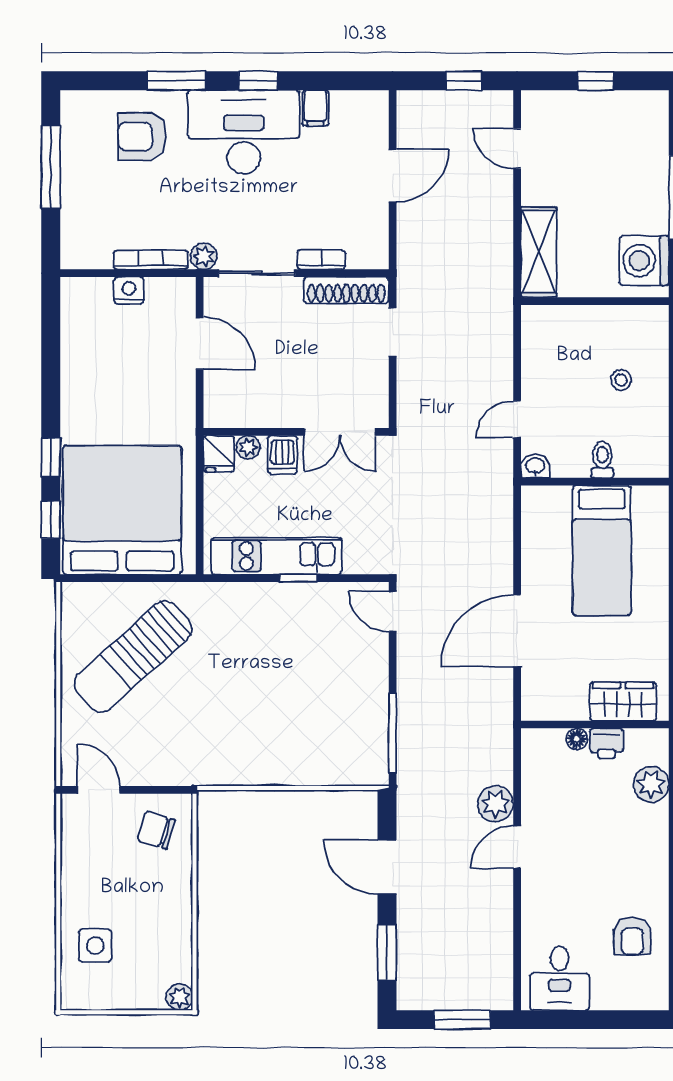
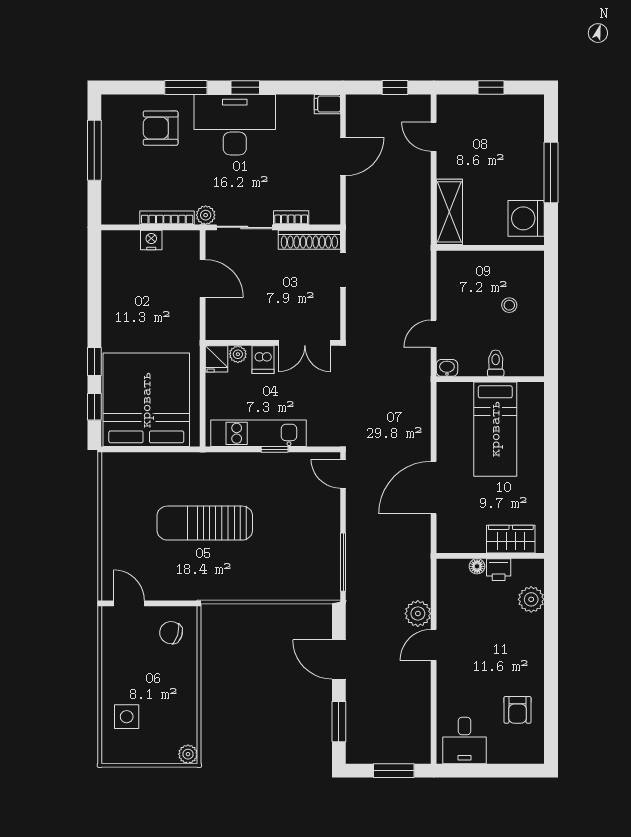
filing cabinet: (315, 108) -> (327, 104), moved, turned 90
sun lounger: (133, 656) -> (205, 523), moved, turned 42

